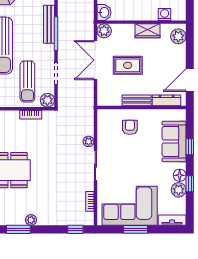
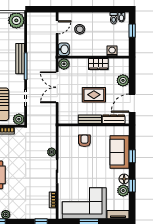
plant: (178, 36) -> (123, 80), moved
rug: (128, 65) -> (94, 95), moved

